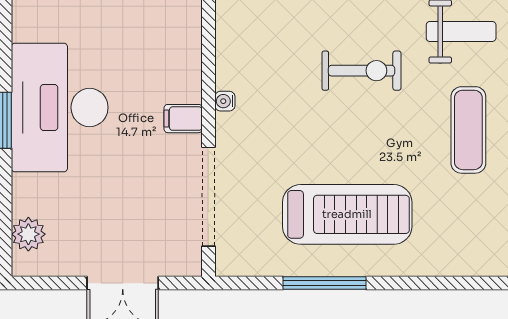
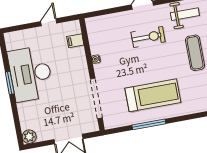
filing cabinet: (183, 119) -> (75, 41), moved
plant: (28, 234) -> (29, 137), moved

